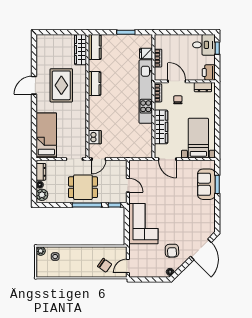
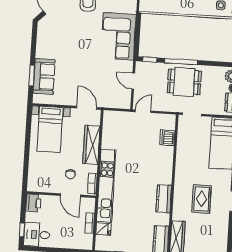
rug: (61, 85) -> (202, 199), width x0.73, depth x0.70
dresser: (203, 87) -> (41, 187), removed
door: (99, 159) -> (143, 111), moved

